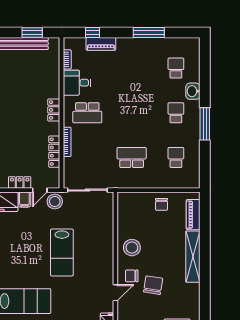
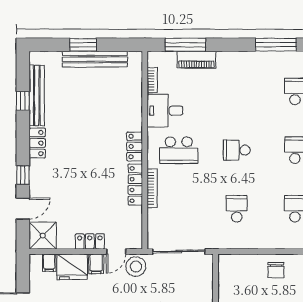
window: (32, 32) -> (83, 45), moved
window: (92, 32) -> (185, 45), width x2.17
window: (149, 32) -> (276, 45), moved
school desk: (132, 113) -> (237, 150), added
locker: (54, 152) -> (135, 185), moved
school desk: (132, 157) -> (237, 209), width x0.54

